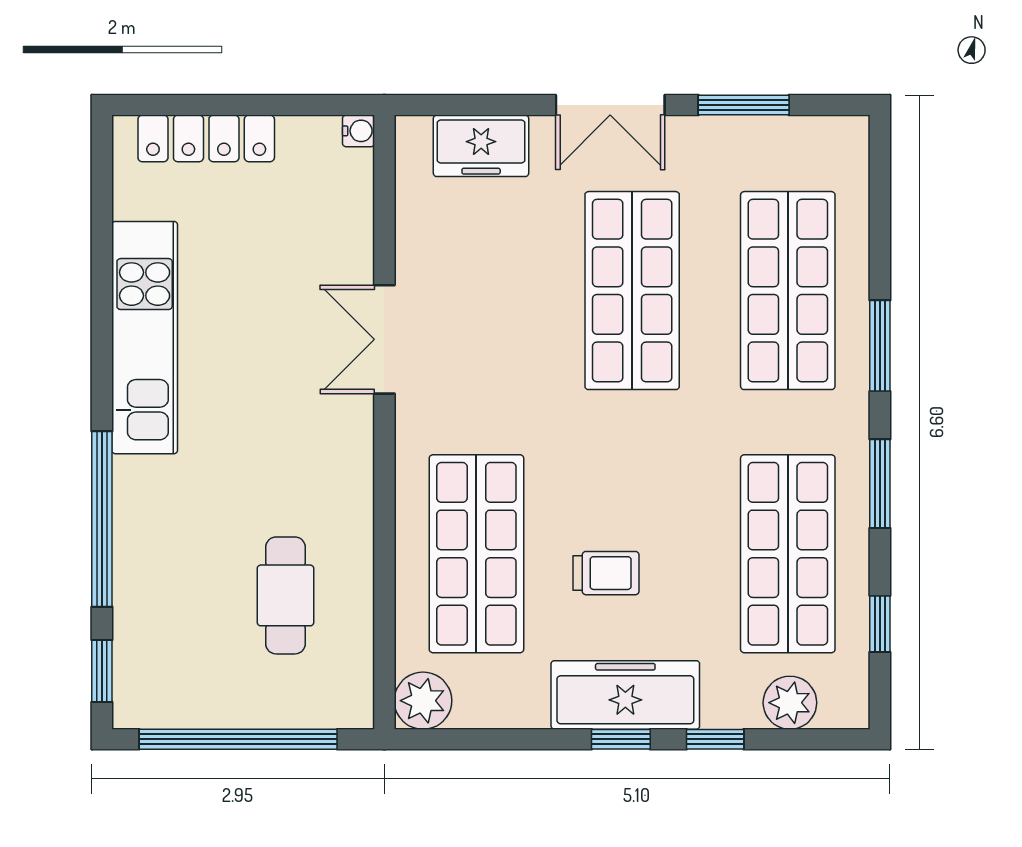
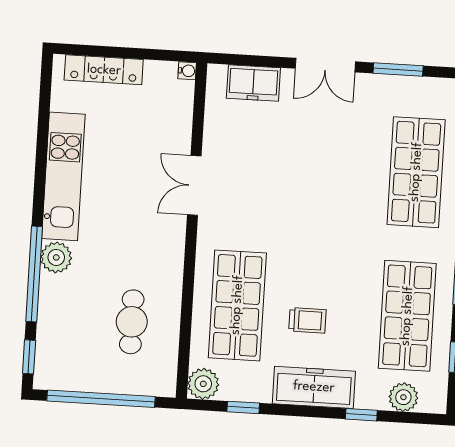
shop shelf: (632, 291) -> (331, 167), removed
plant: (140, 486) -> (56, 257), added
window: (621, 739) -> (243, 407), moved

